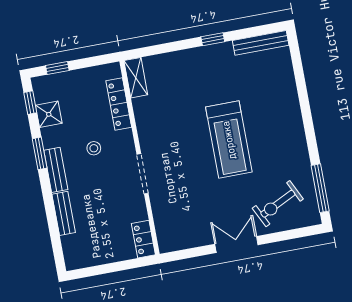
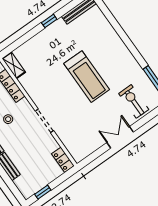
exercise bike: (278, 204) -> (134, 101), turned 116
window: (95, 271) -> (43, 192), added

